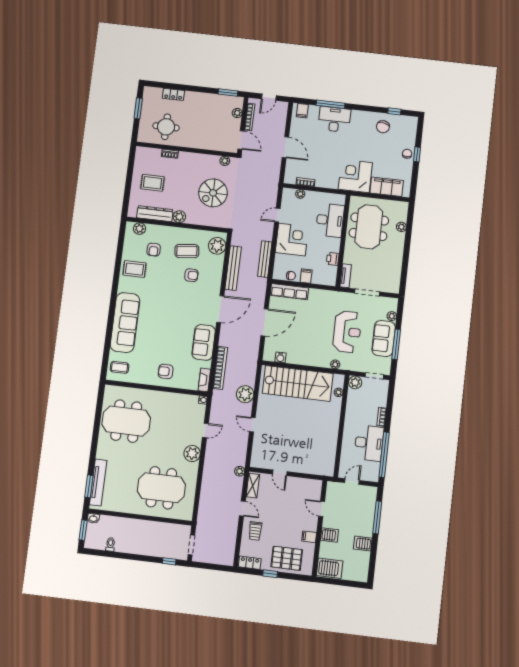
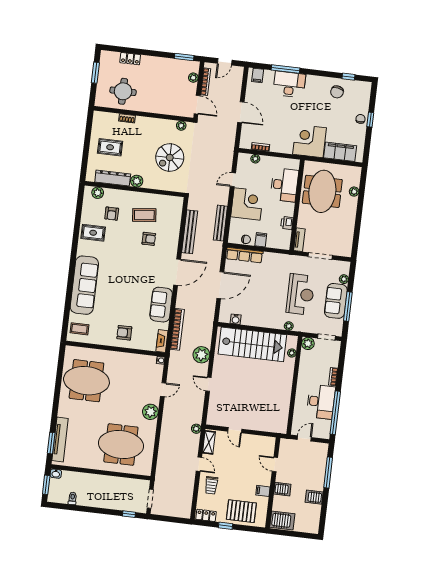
plant: (217, 246) -> (174, 210), removed

